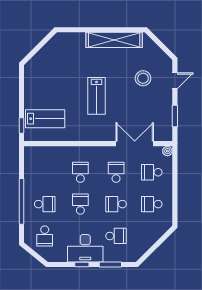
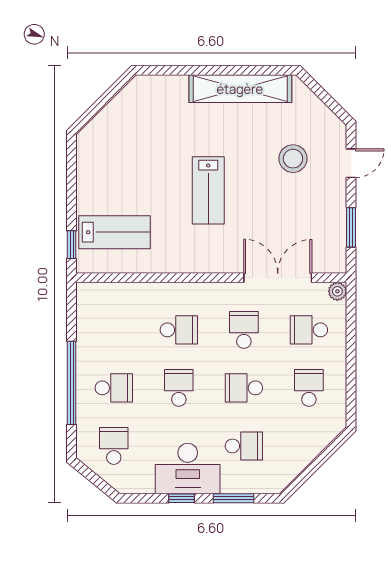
school desk: (80, 172) -> (179, 330), turned 90
school desk: (152, 204) -> (309, 388), turned 90
school desk: (45, 236) -> (114, 446), turned 180

